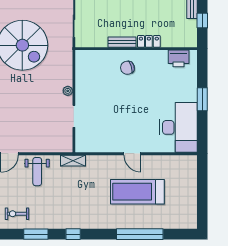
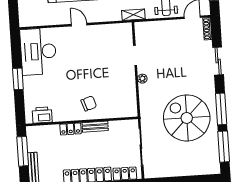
window: (202, 21) -> (23, 151), width x2.17

